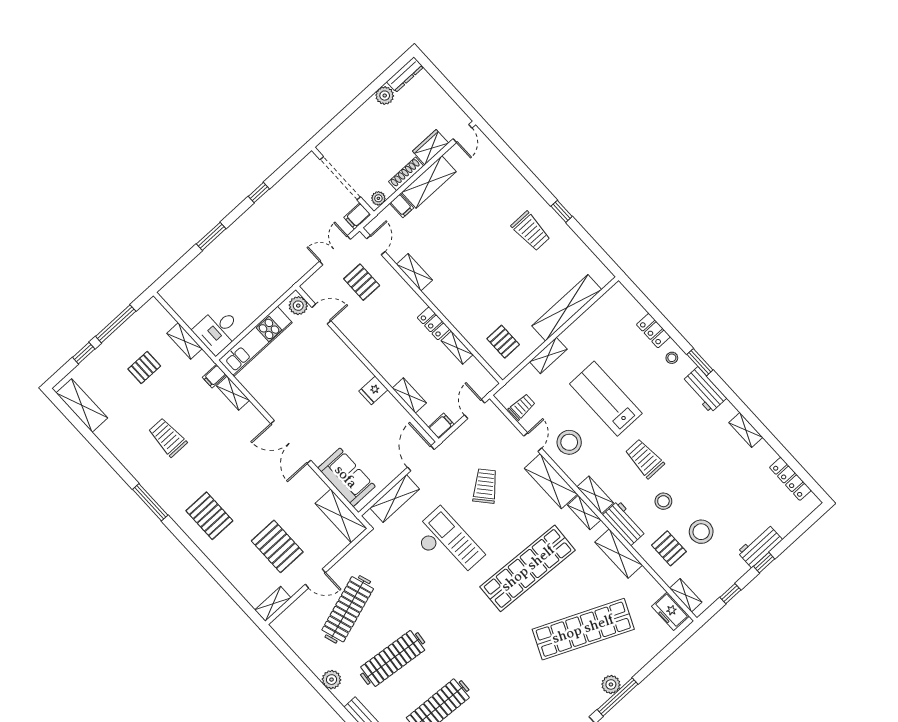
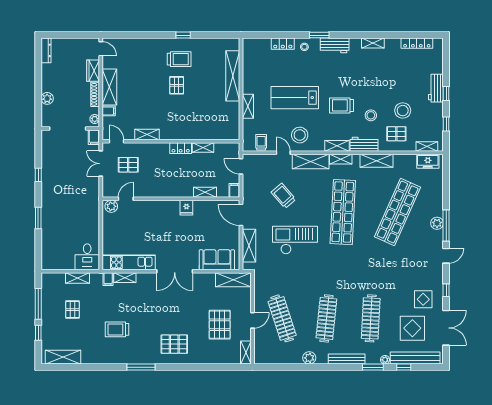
plant: (385, 96) -> (47, 98), moved
kitchen unit: (255, 341) -> (129, 262), moved, turned -90
pallet: (503, 342) -> (177, 85), moved, turned 90
pallet: (277, 546) -> (220, 325), turned 90

